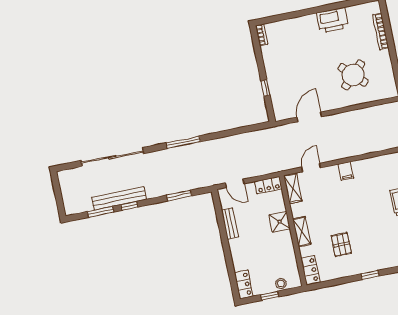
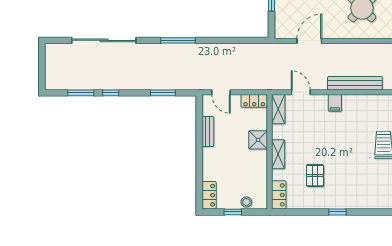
door: (311, 168) -> (301, 92), hinge flipped
bench: (119, 198) -> (355, 83), moved

